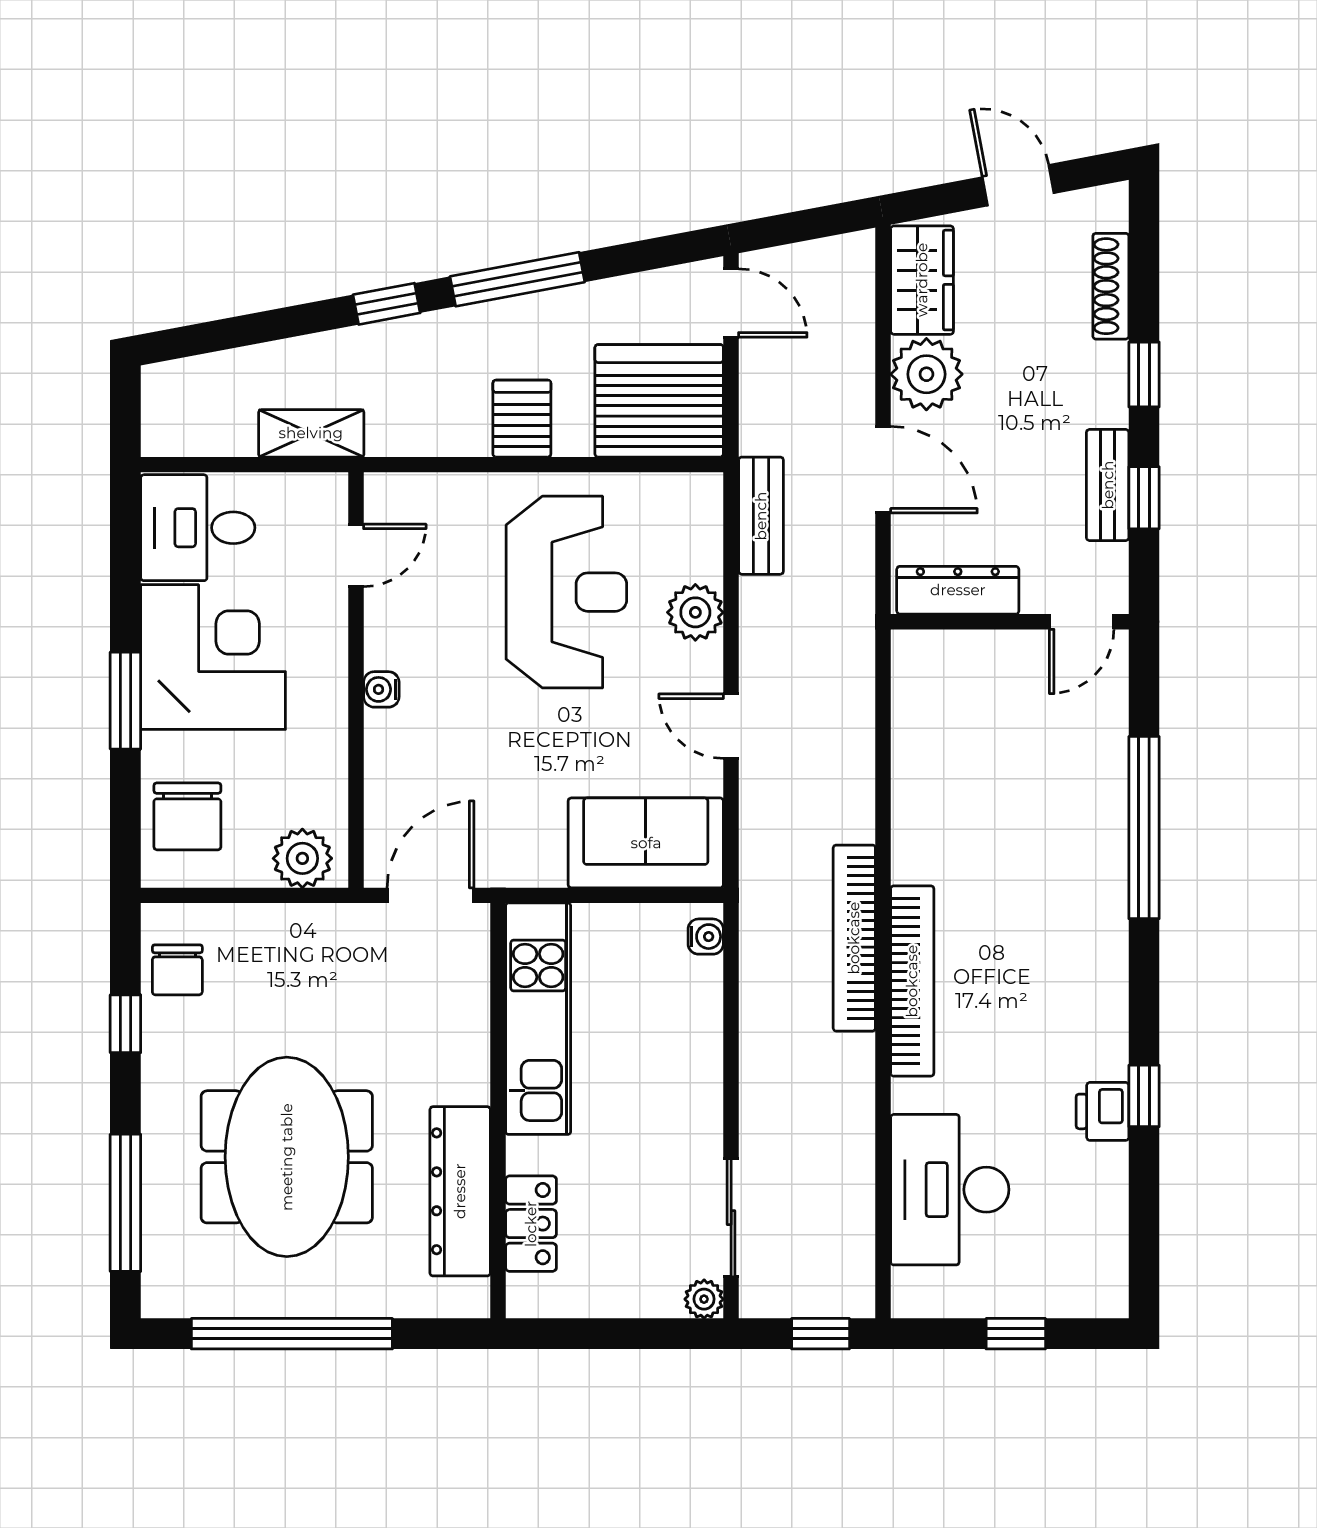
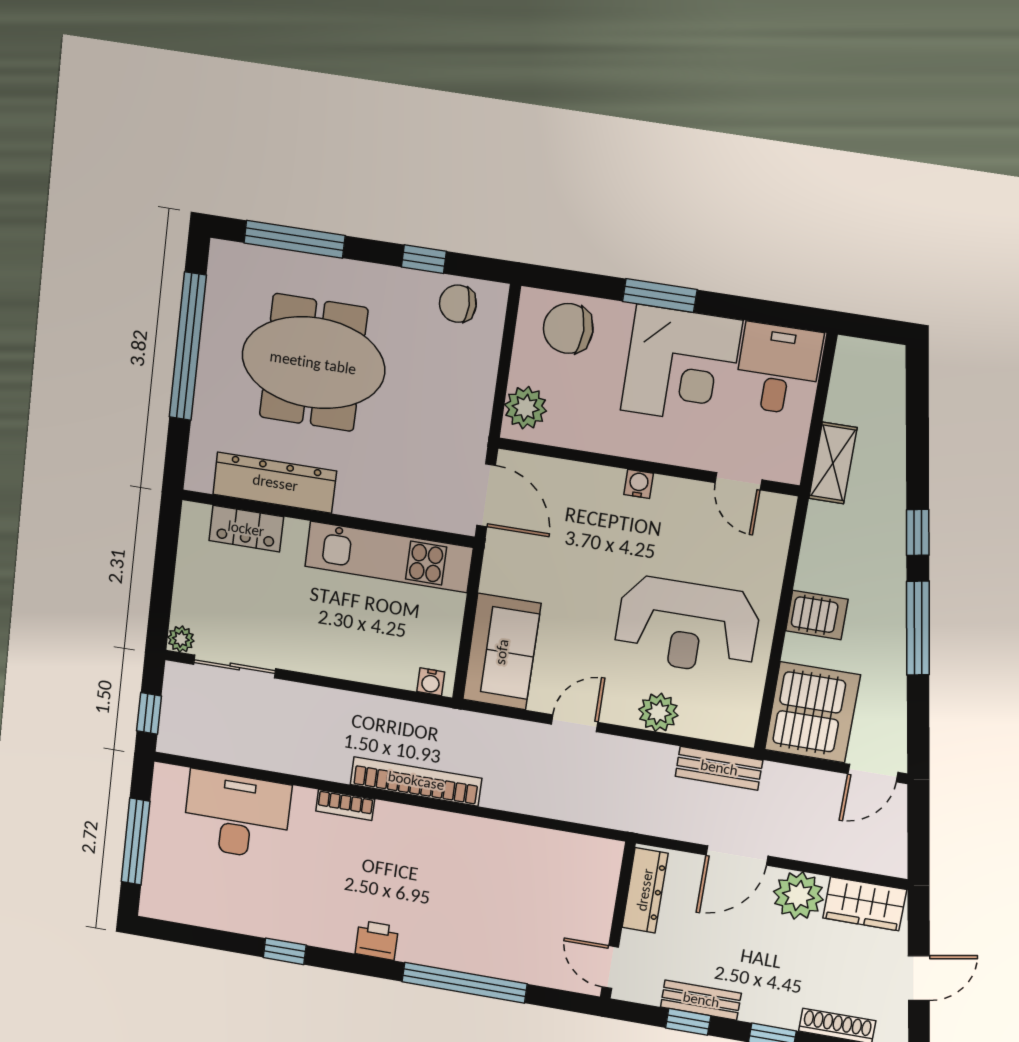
bookcase: (912, 981) -> (345, 805), width x0.43, depth x0.76
printer: (1102, 1111) -> (377, 940), moved
window: (1016, 1334) -> (136, 842), width x2.17

